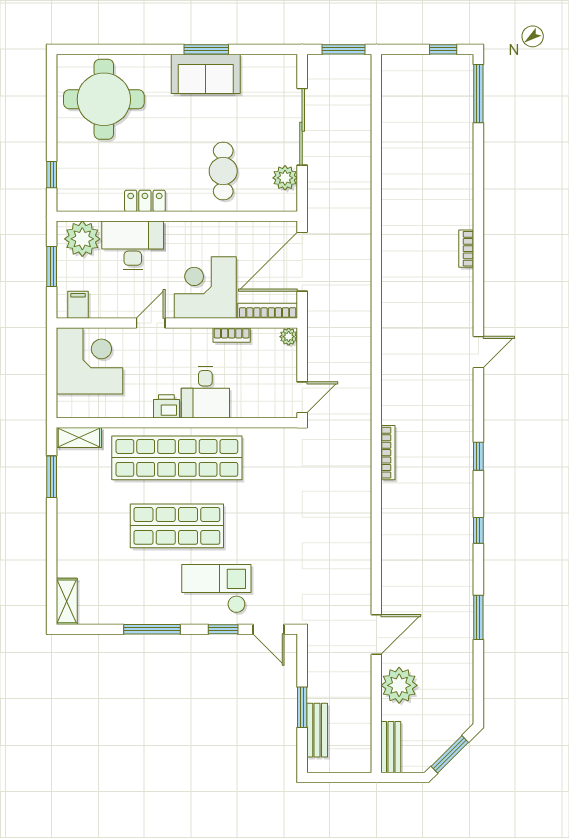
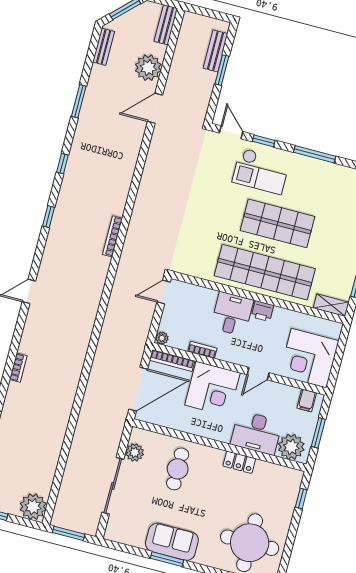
plant: (399, 72) -> (33, 507), added
bench: (465, 697) -> (104, 47), added

